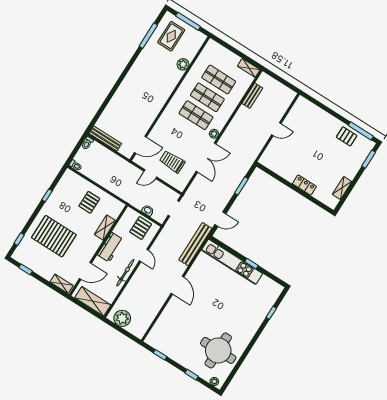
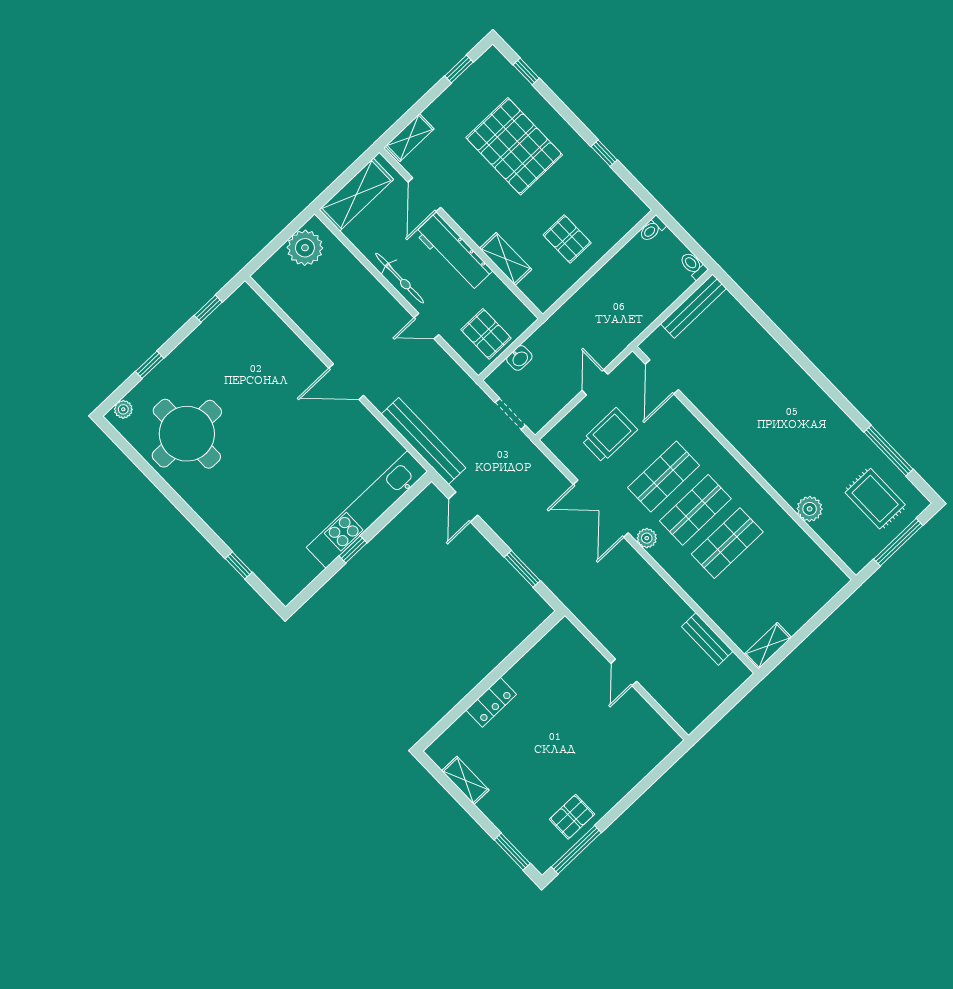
shop shelf: (219, 79) -> (664, 476), moved
pallet: (54, 236) -> (514, 146), turned 90
workbench: (110, 247) -> (454, 252), width x1.38

